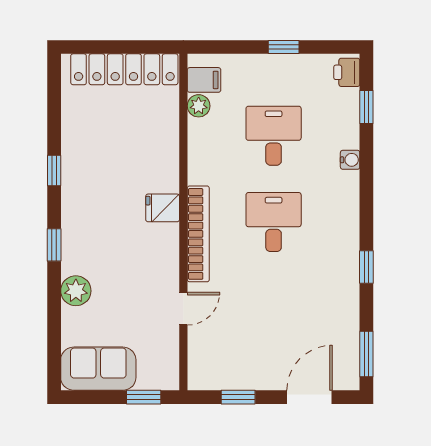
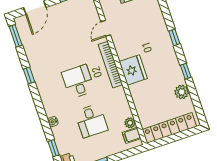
fridge: (163, 208) -> (133, 70), width x1.88, depth x1.34
desk: (274, 222) -> (78, 82), turned 180
plant: (76, 291) -> (182, 92), moved

